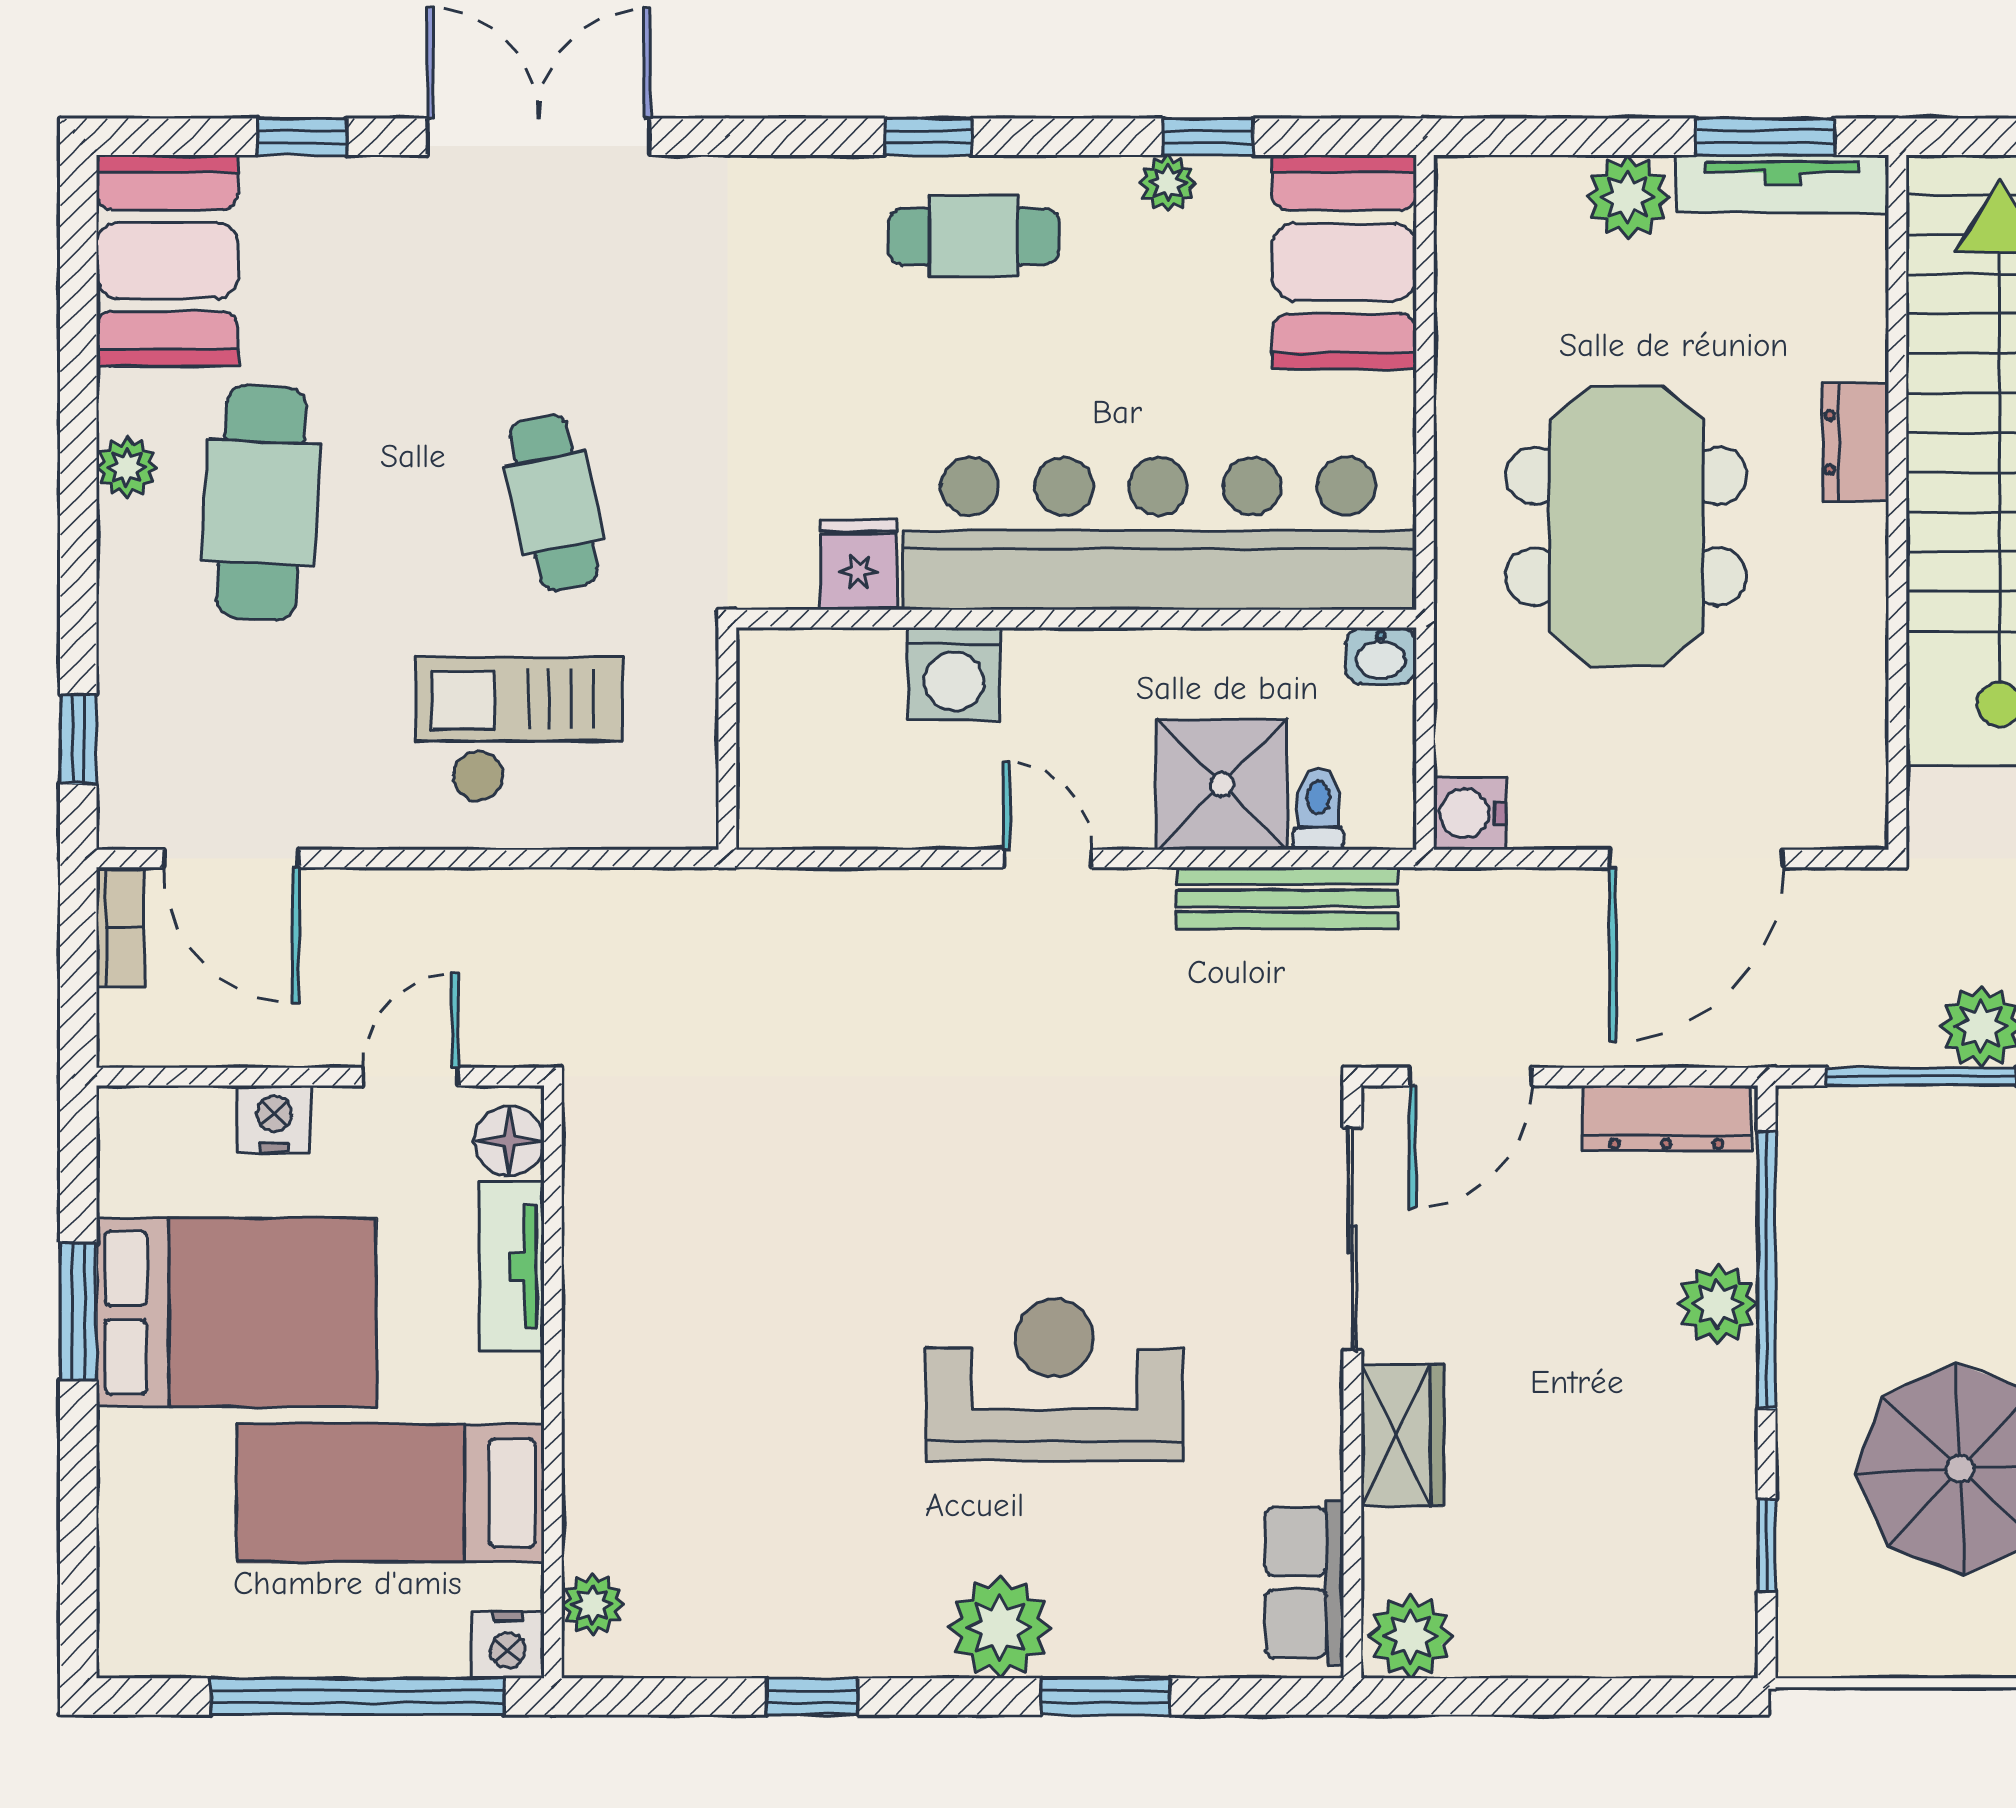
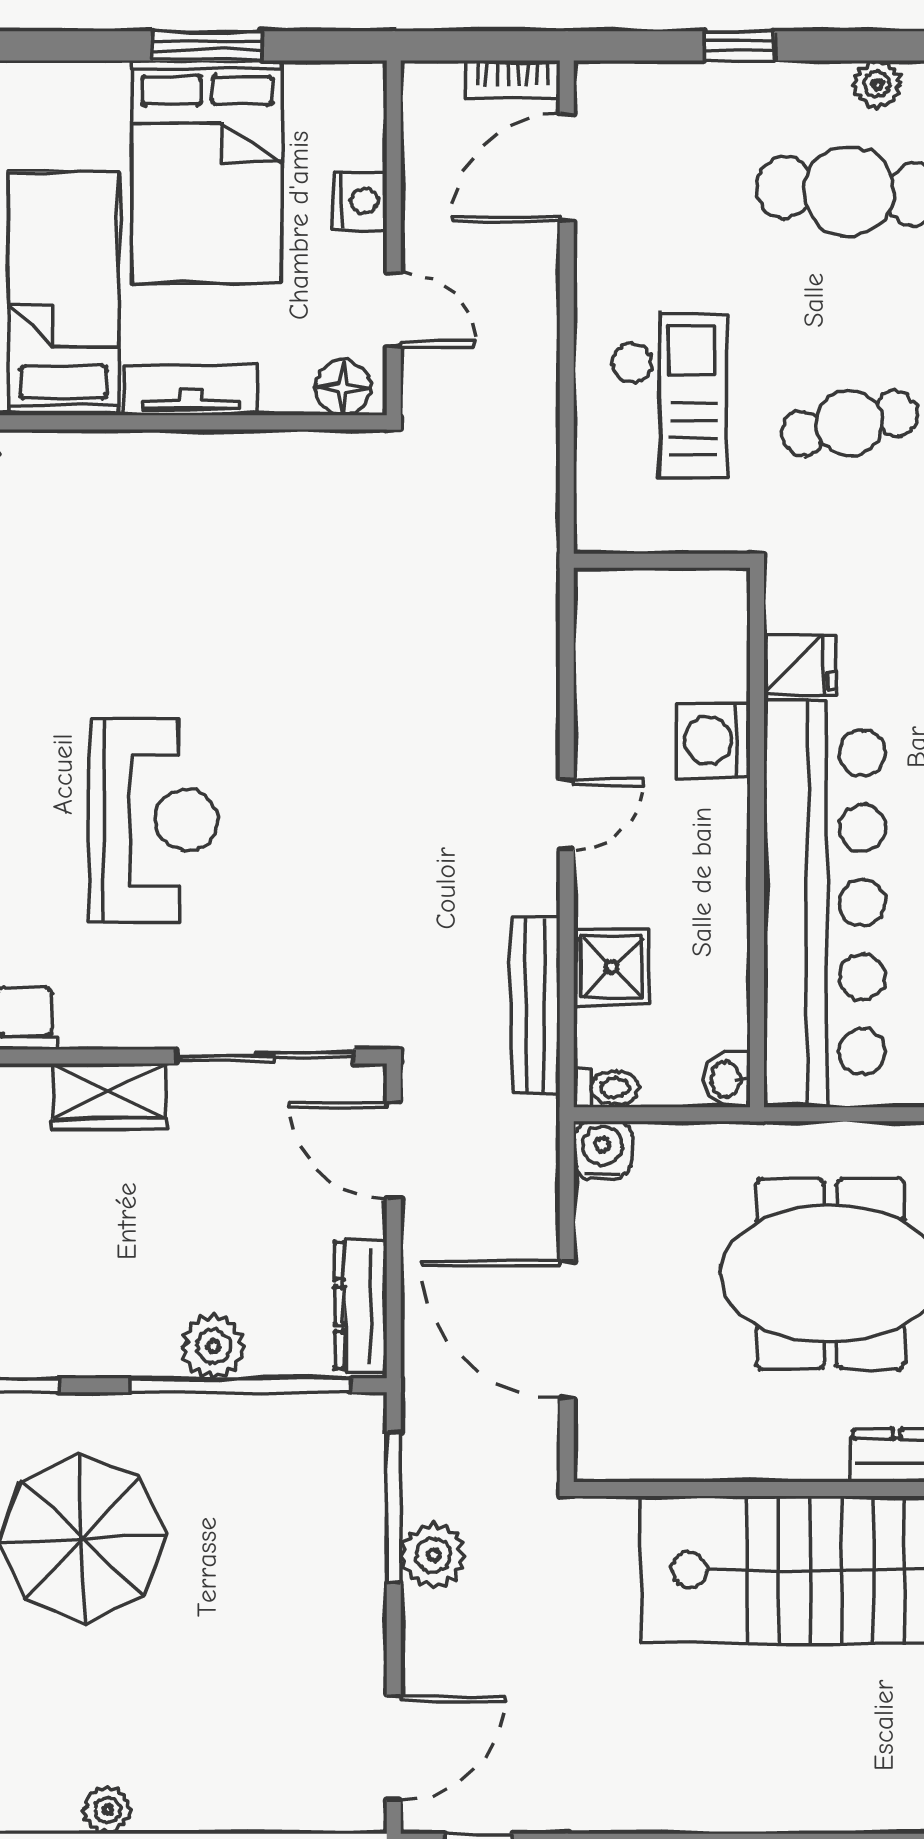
window: (78, 739) -> (739, 46), moved
shower: (1222, 784) -> (612, 967), width x0.73, depth x0.73
toilet: (1318, 809) -> (606, 1087), moved
tv unit: (512, 1267) -> (190, 390), moved

